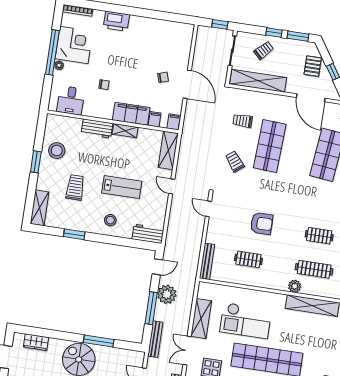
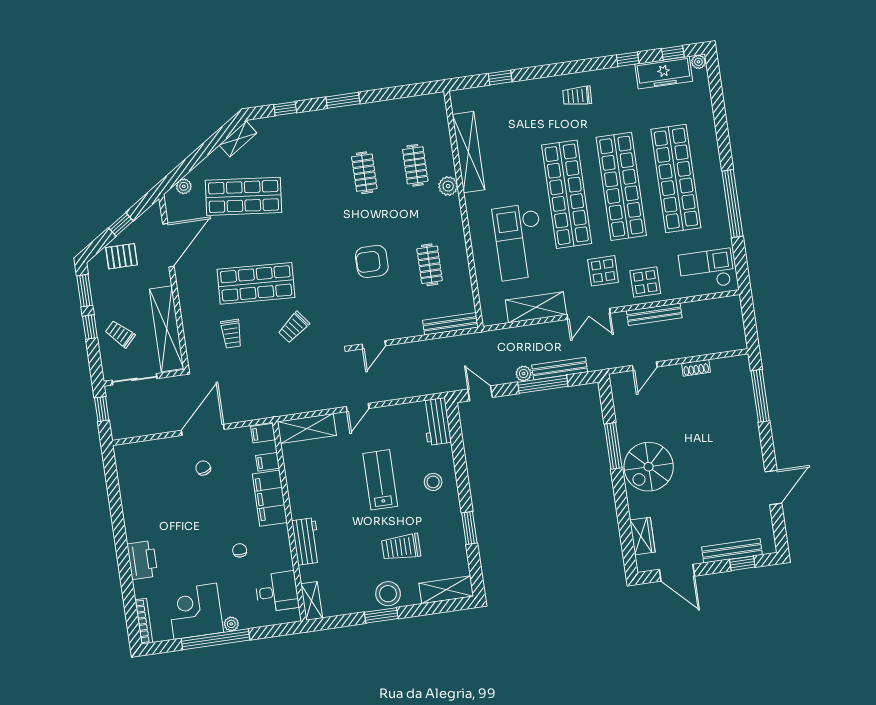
shelving: (125, 131) -> (312, 601), moved
stool: (57, 151) -> (388, 594), moved
armchair: (262, 223) -> (372, 261), turned -90
clothes rail: (314, 269) -> (415, 165), width x0.73
plant: (167, 294) -> (524, 374), width x0.53, depth x0.53
checkout: (246, 321) -> (519, 242), turned 180
bench: (155, 339) -> (560, 369), moved

